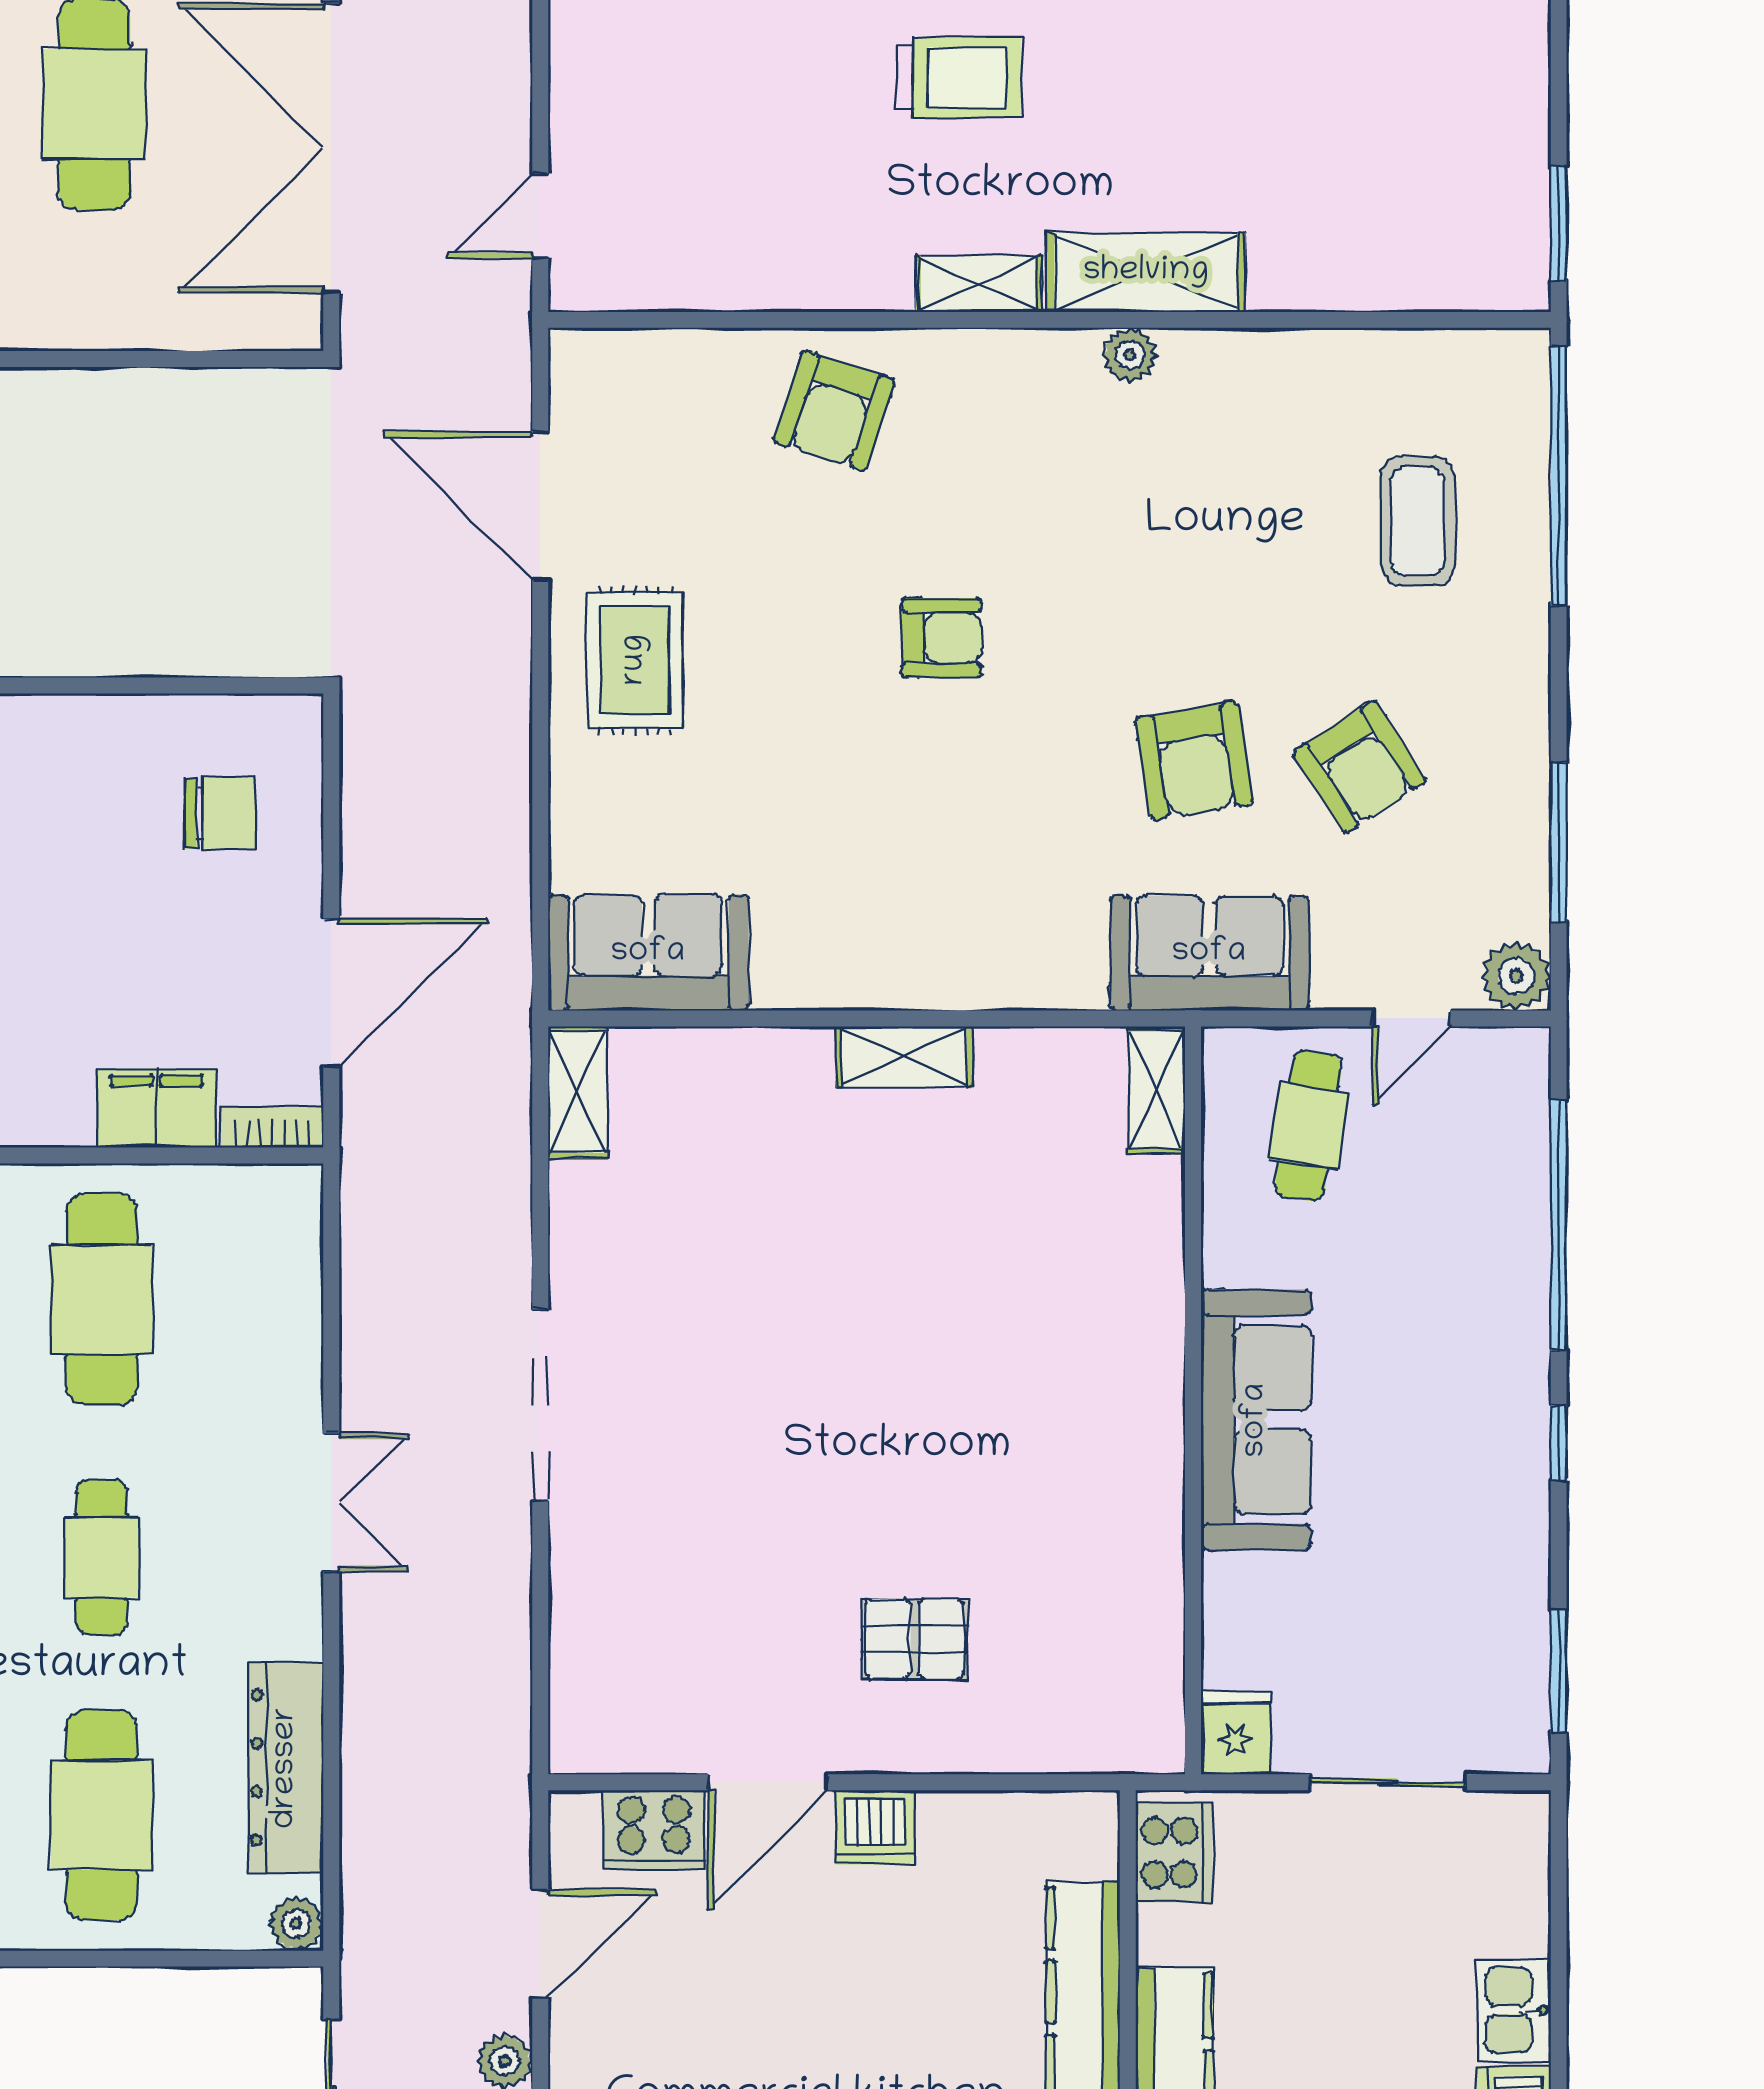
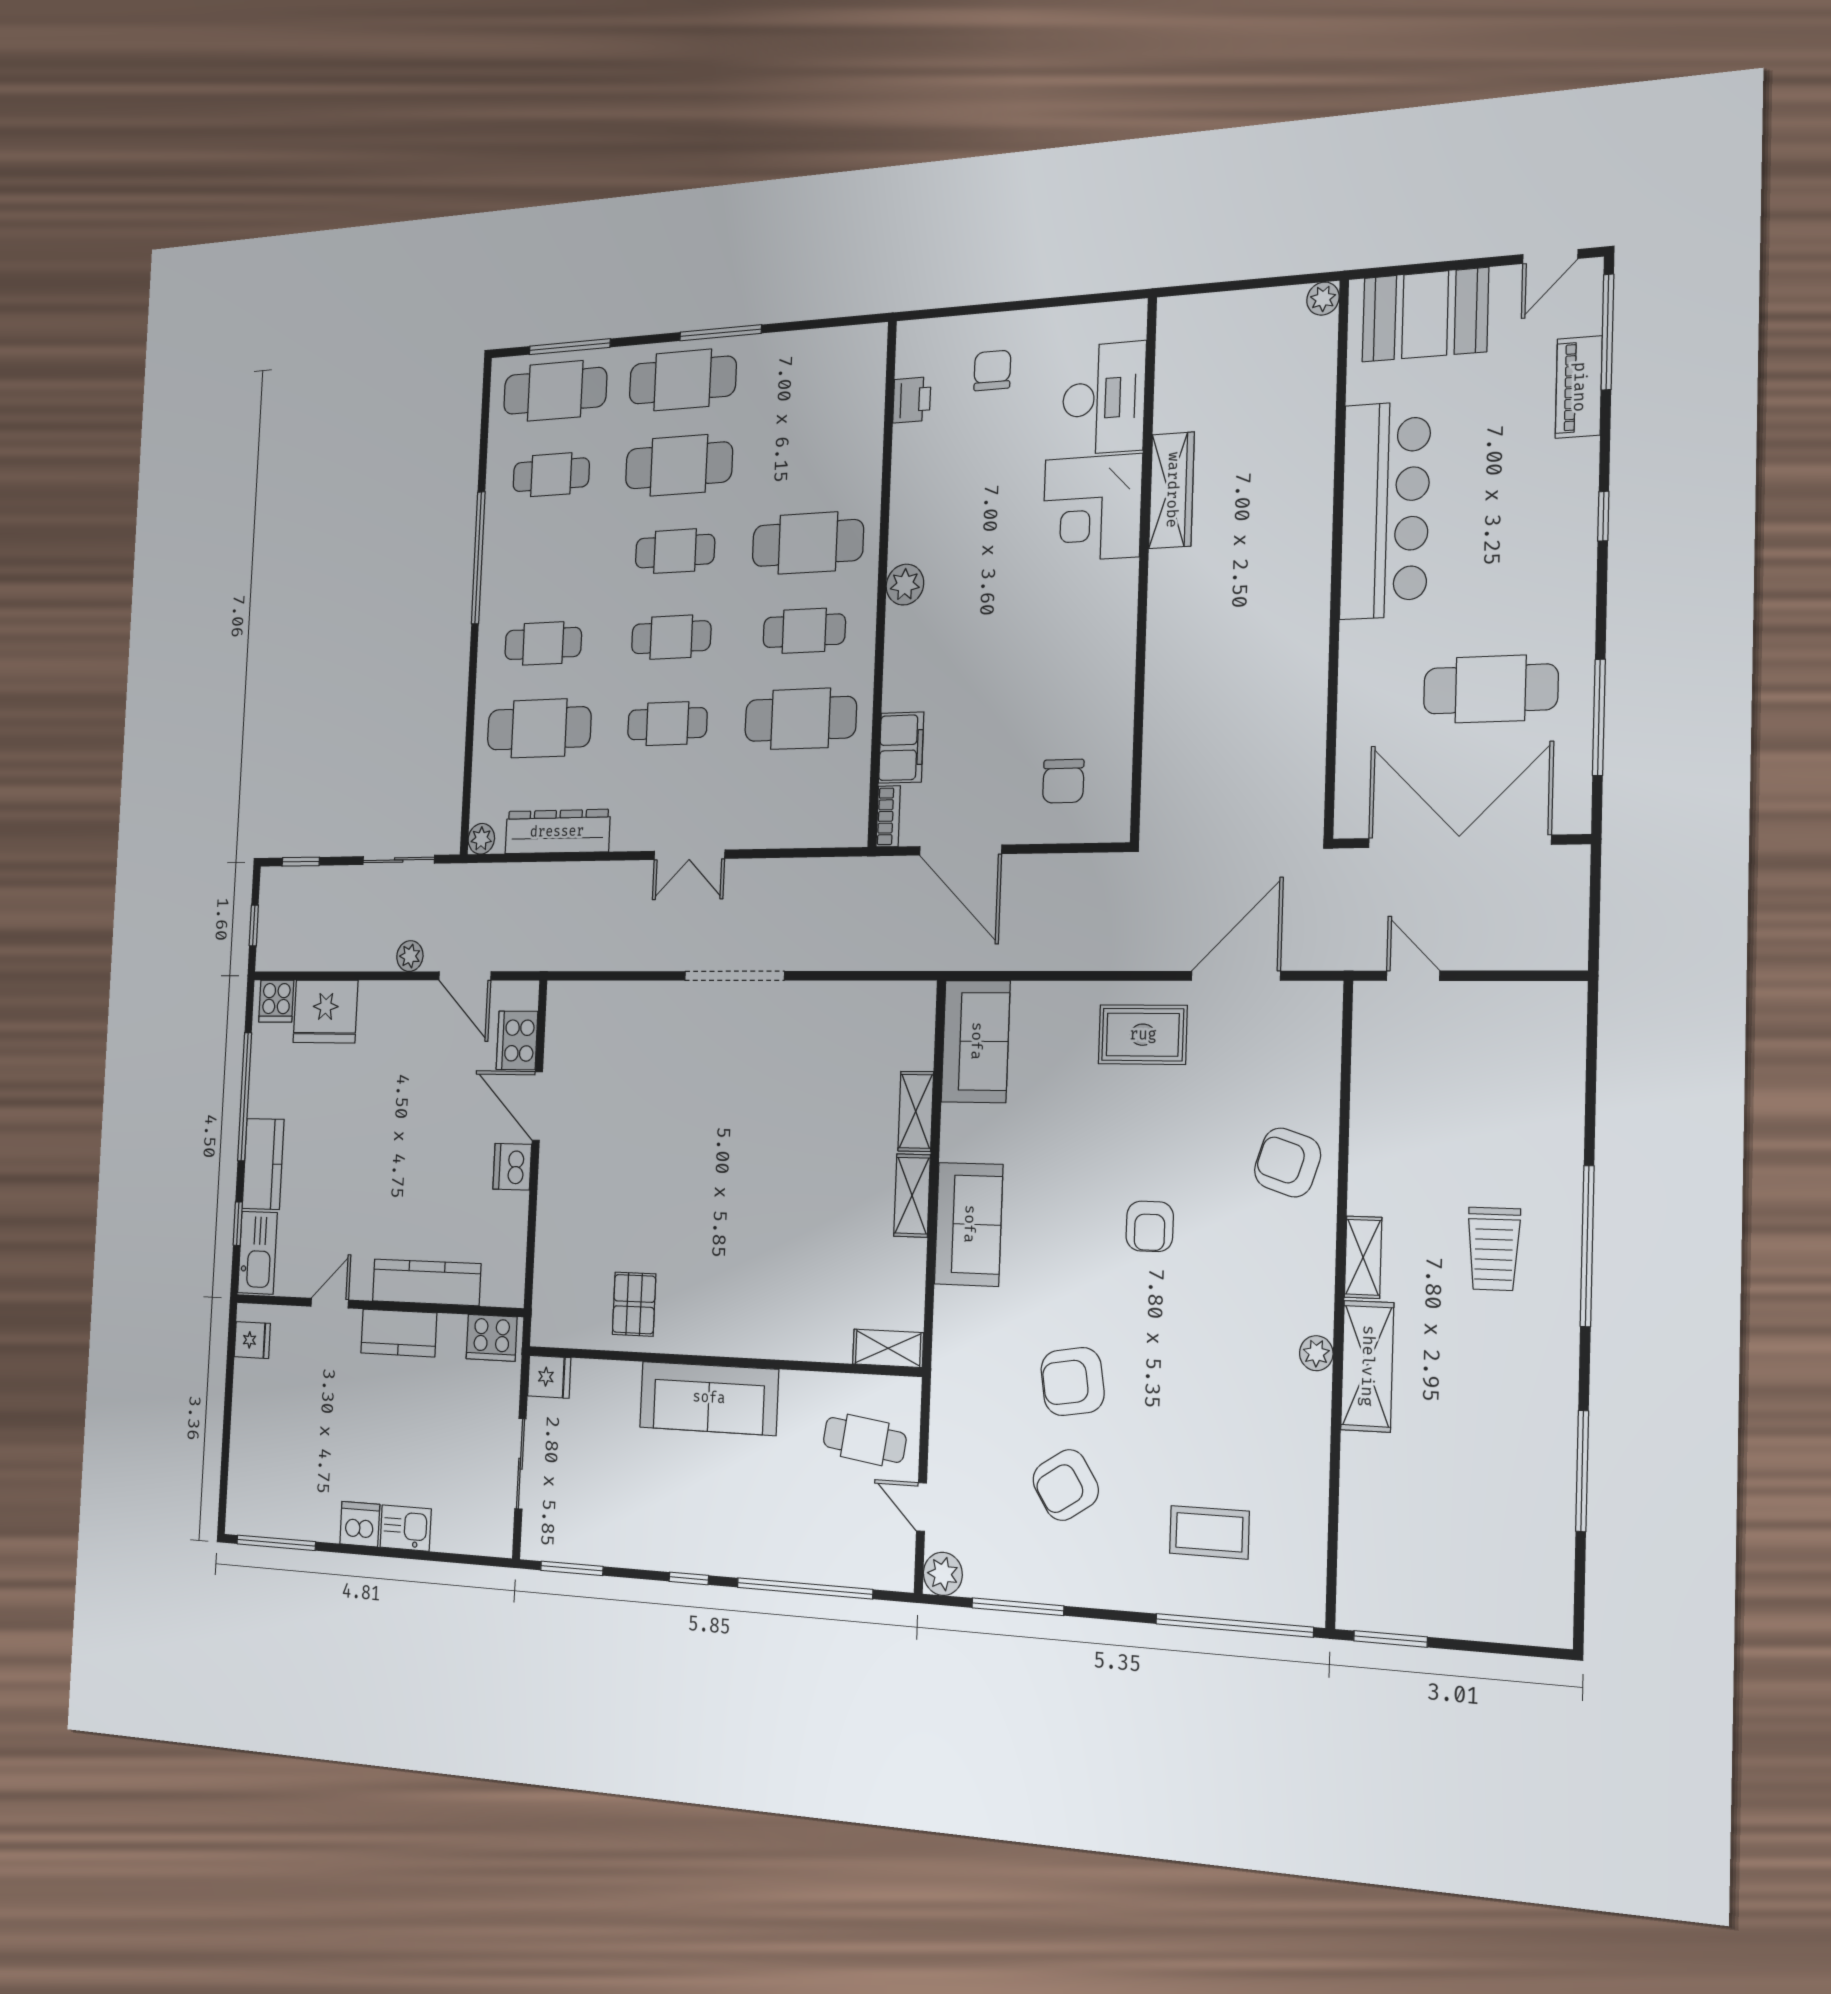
sofa: (1209, 953) -> (969, 1224), moved
shelving: (578, 1092) -> (916, 1111), moved, turned 90
pallet: (915, 1639) -> (634, 1304), moved

